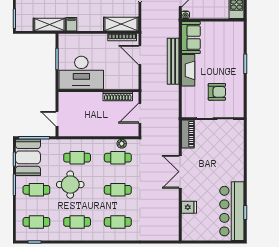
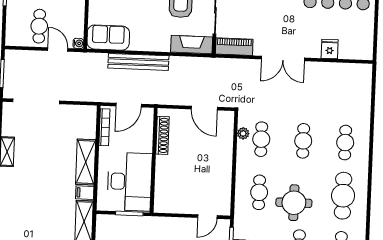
shelving: (121, 24) -> (86, 162), moved
fireplace: (188, 70) -> (192, 45), moved
desk: (81, 73) -> (129, 182), moved
wall: (98, 91) -> (154, 160), moved
shoe rack: (118, 96) -> (162, 135), moved
cafe table: (77, 222) -> (343, 196), width x1.37, depth x1.35

